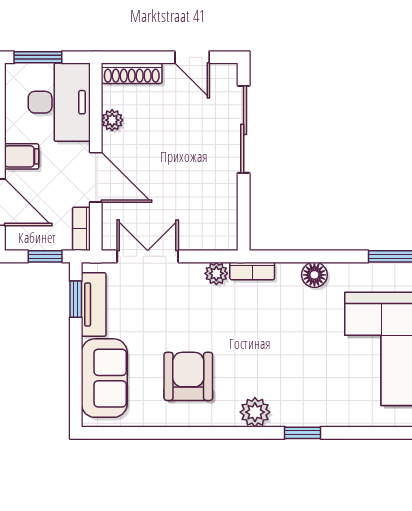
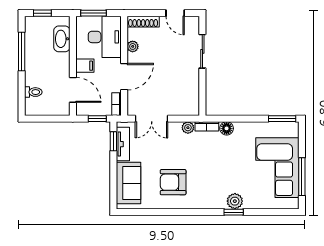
sliding door: (244, 129) -> (202, 51), width x0.73
door: (96, 177) -> (124, 77), hinge flipped
double door: (148, 256) -> (152, 119), swing flipped
floor lamp: (314, 275) -> (227, 128), moved
armchair: (188, 376) -> (173, 182), turned -90
plant: (255, 412) -> (235, 201), moved

